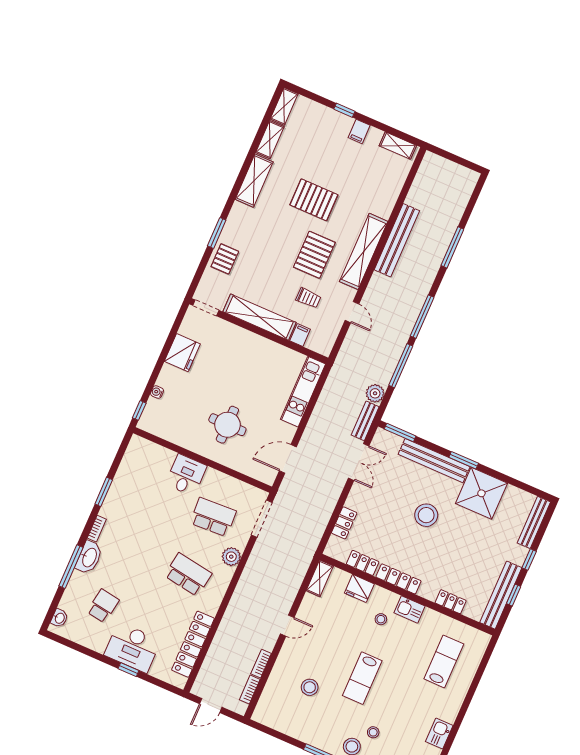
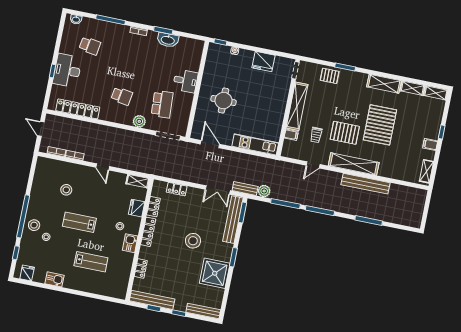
pallet: (314, 200) -> (380, 125), width x1.37, depth x1.41
bench: (434, 461) -> (233, 220), moved
washbasin: (89, 557) -> (168, 40), moved
school desk: (188, 575) -> (122, 96), width x0.54
lab bench: (444, 661) -> (91, 262), moved

